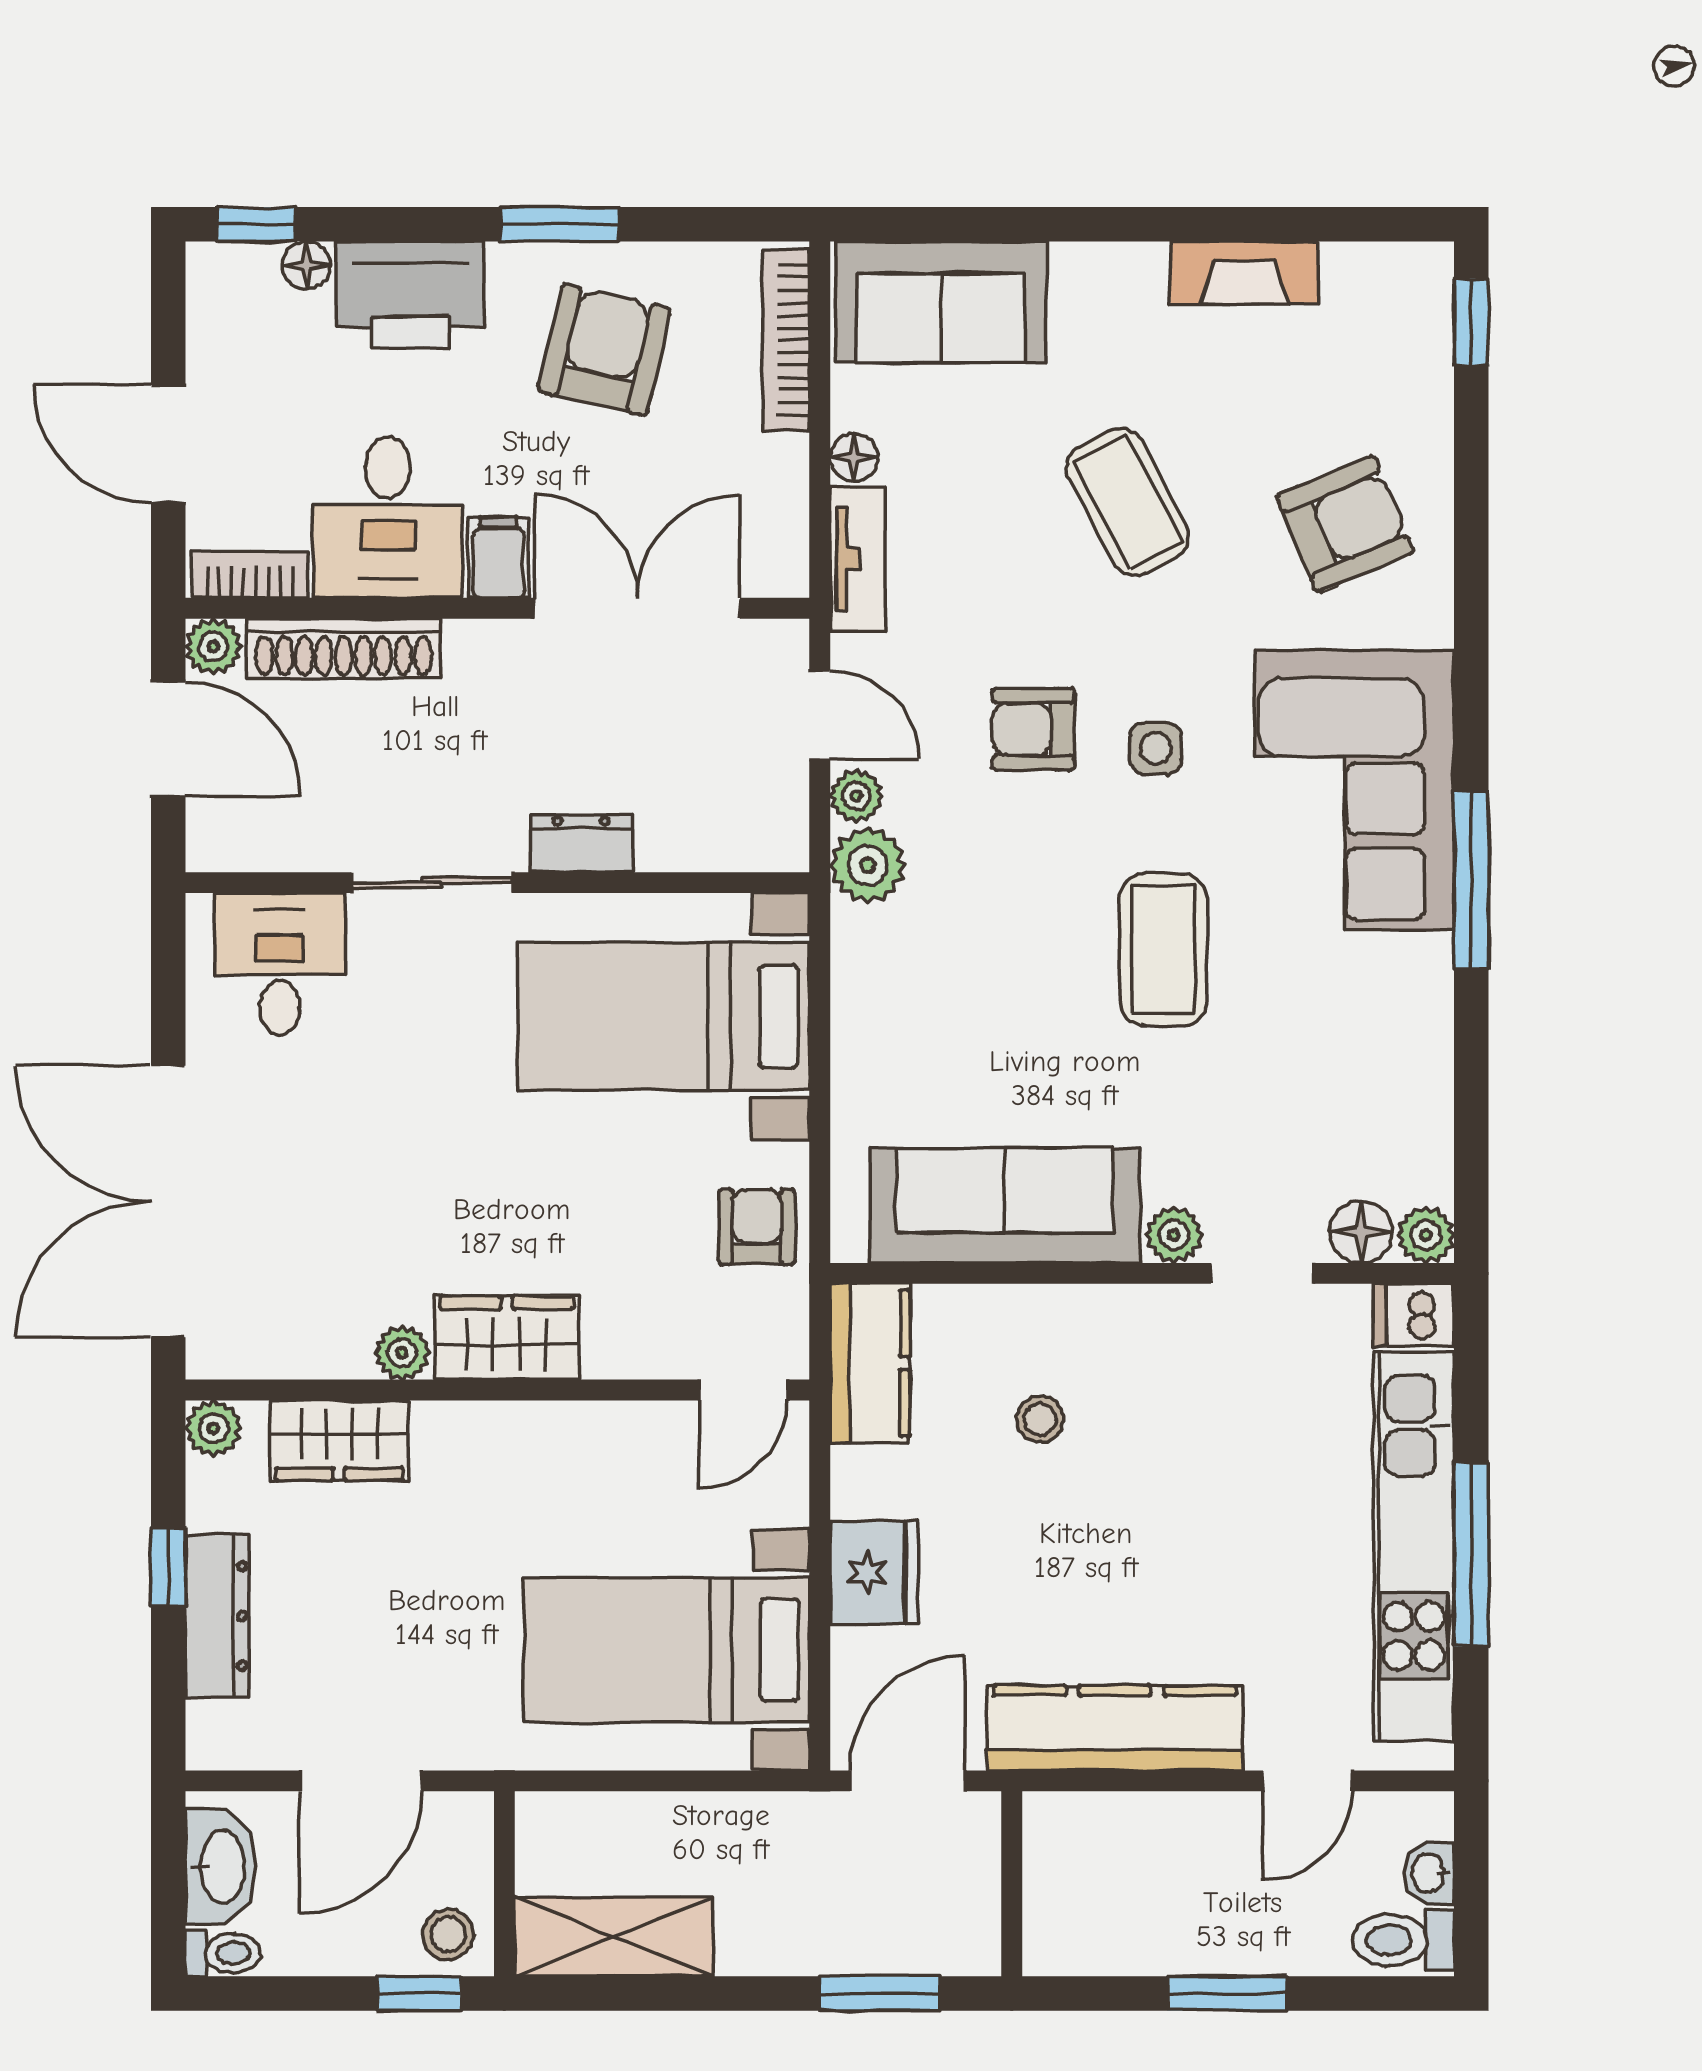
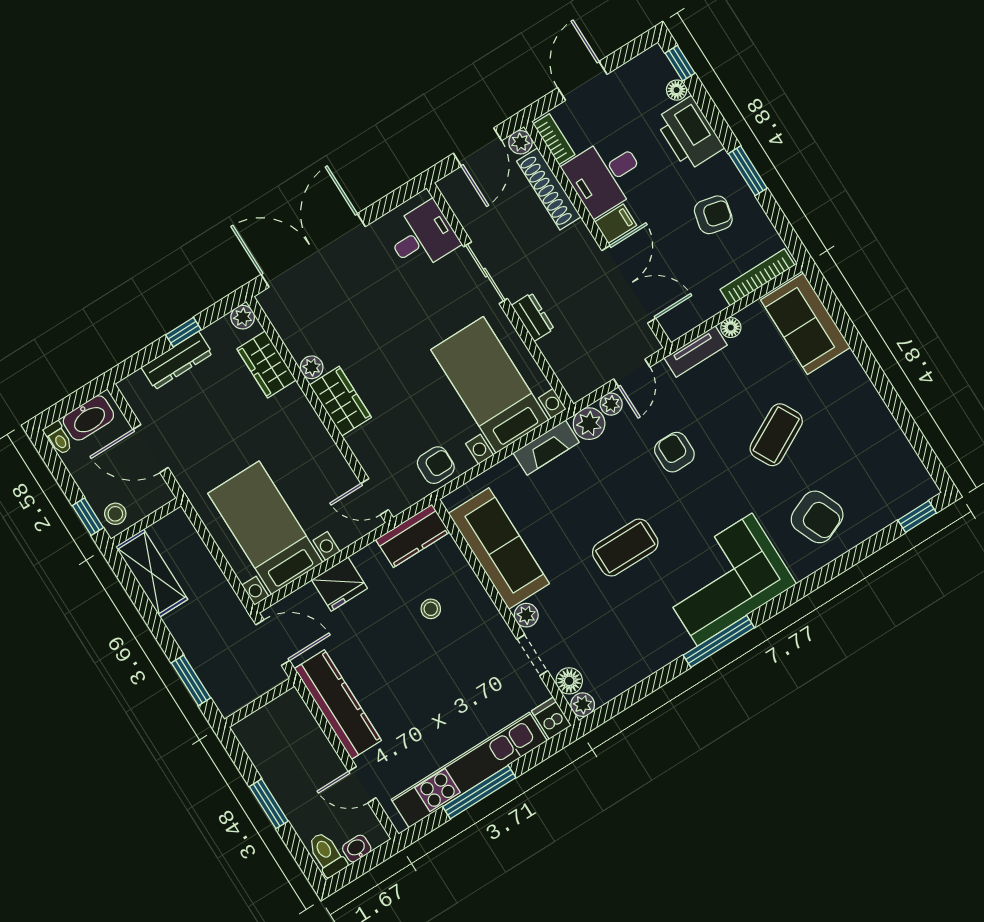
fireplace: (1244, 273) -> (546, 448), moved, turned -90
armchair: (604, 350) -> (713, 215), width x0.72, depth x0.72
side table: (1156, 748) -> (695, 500), removed

